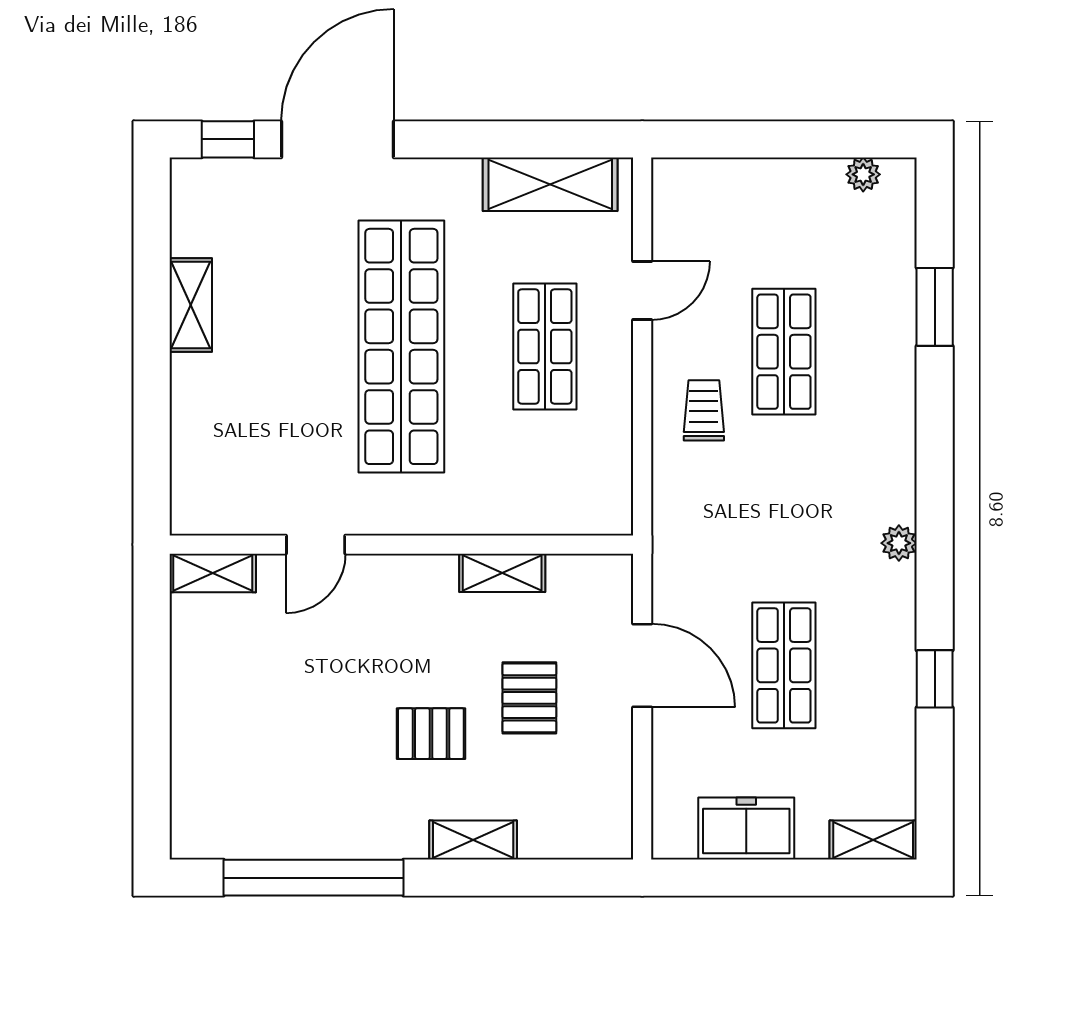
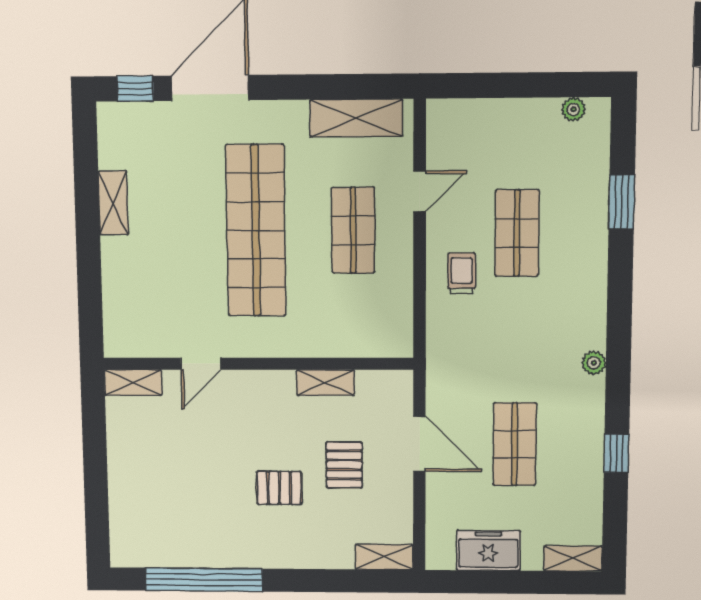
shelving: (473, 840) -> (384, 557), moved

